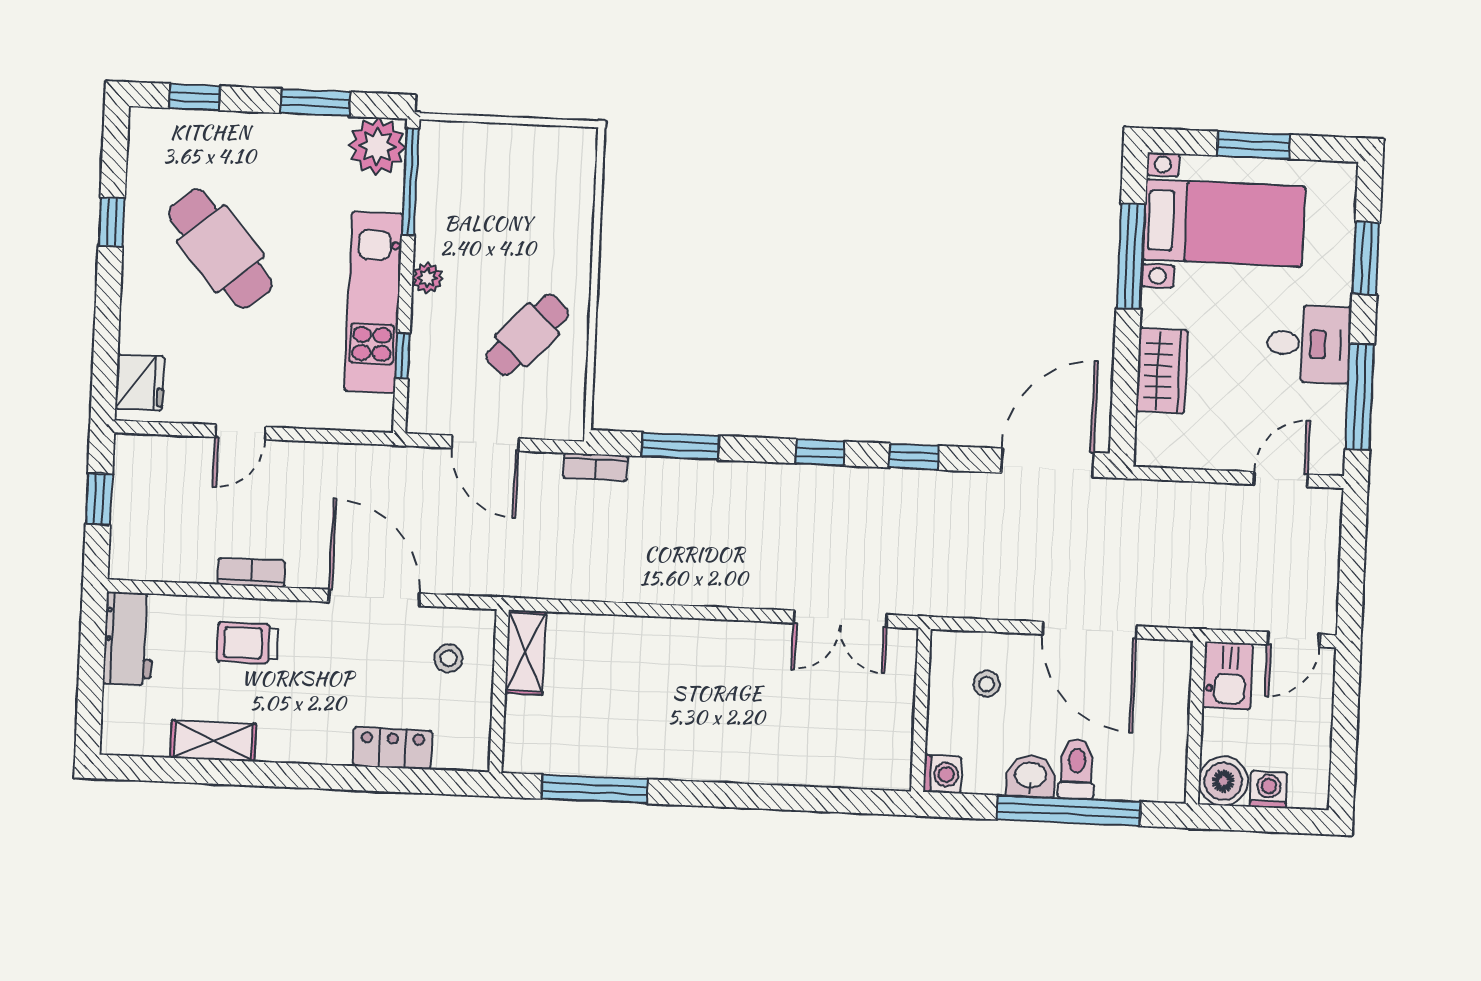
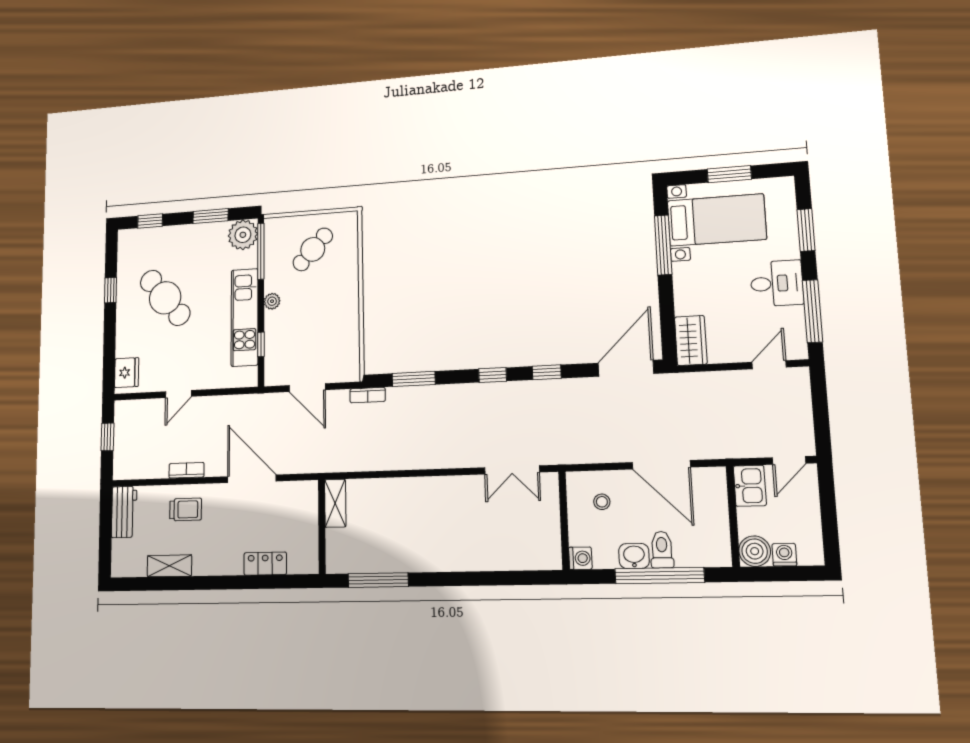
cafe table: (527, 335) -> (313, 249), moved
wardrobe: (1162, 371) -> (691, 340), moved
trolley: (247, 643) -> (186, 509), turned 180
stool: (448, 658) -> (293, 510), removed

